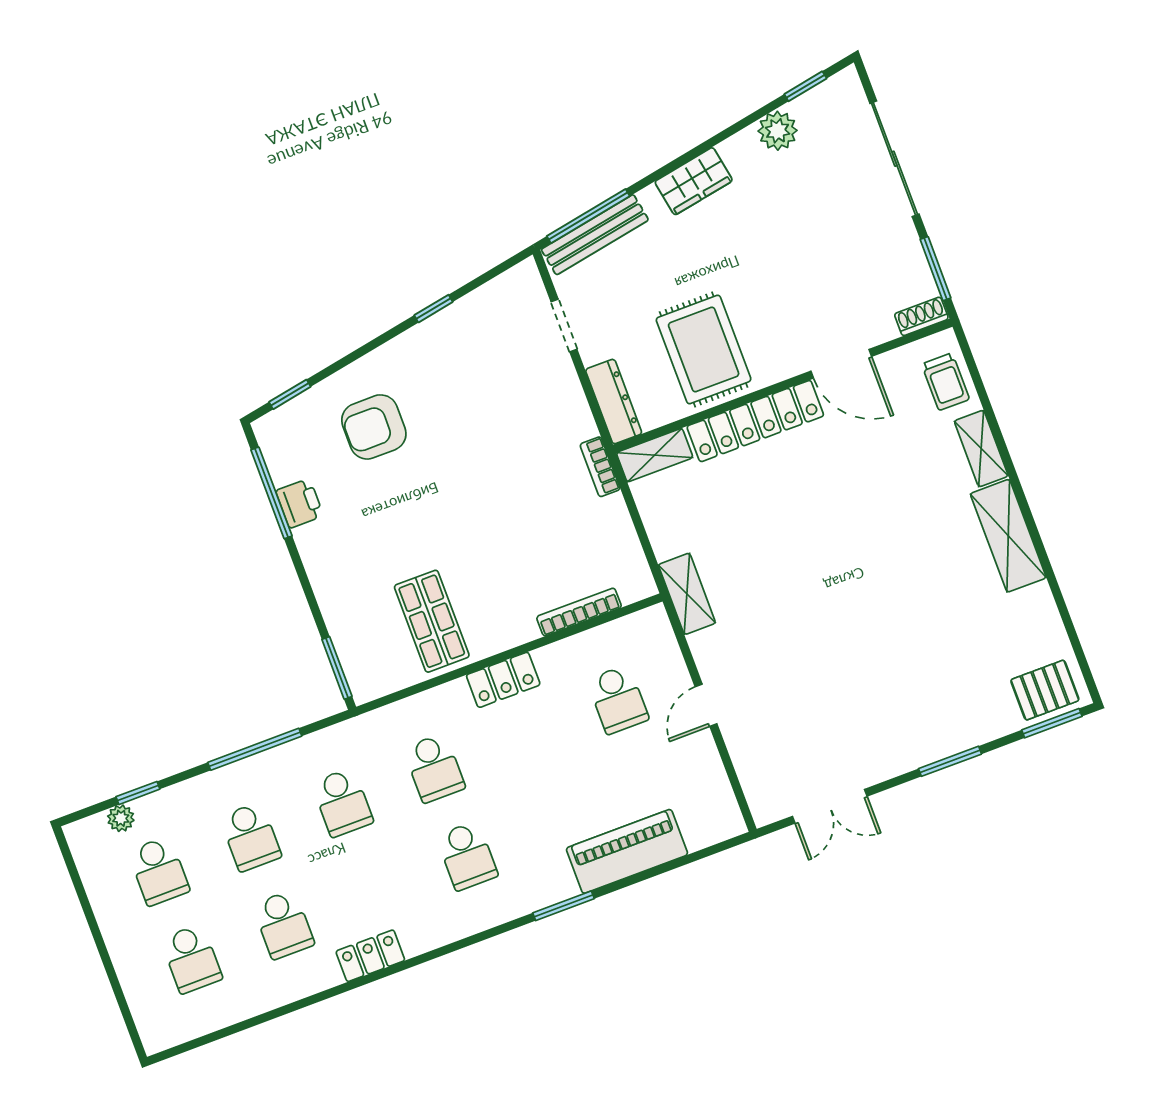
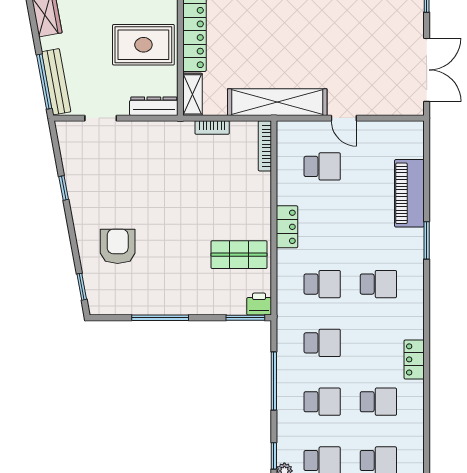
armchair: (374, 427) -> (118, 246), turned 180
bookcase: (600, 467) -> (212, 128), moved
window: (272, 493) -> (160, 318), moved
printer: (300, 503) -> (259, 304), moved
shelving: (687, 594) -> (277, 102), width x2.20, depth x1.33
bookcase: (579, 612) -> (265, 146), moved
double door: (830, 806) -> (427, 70), width x1.37

